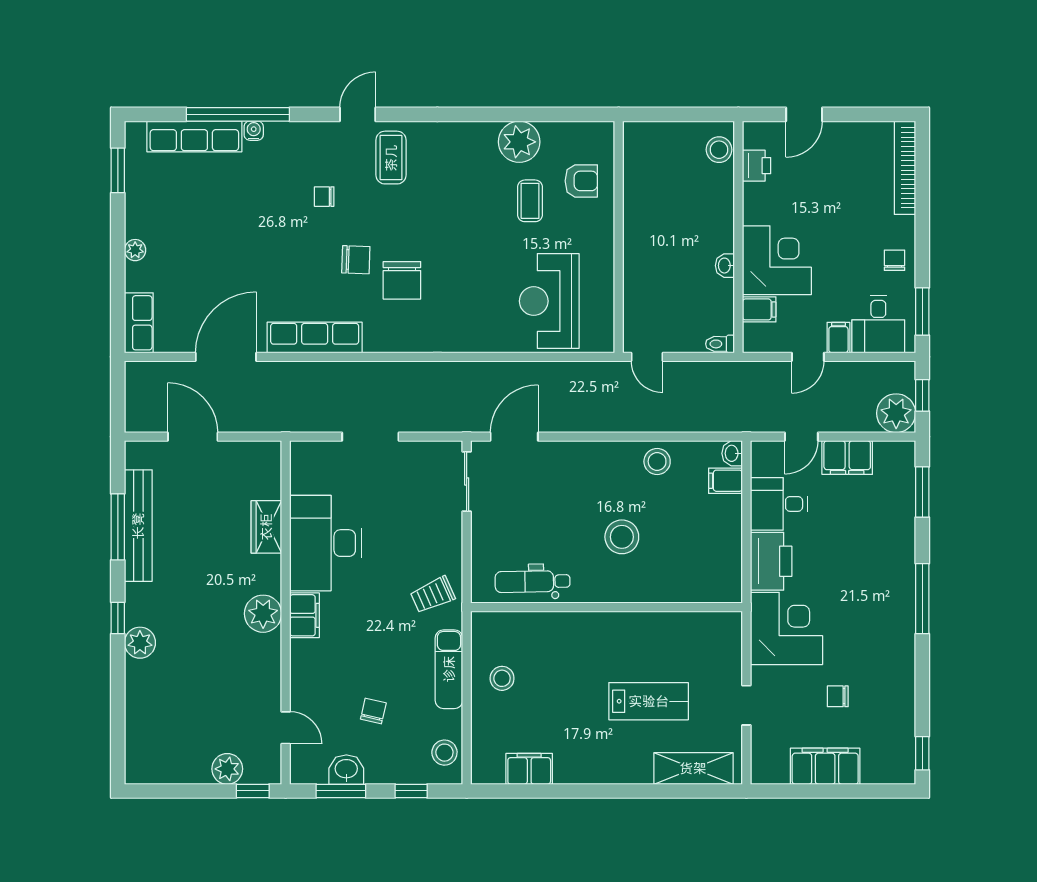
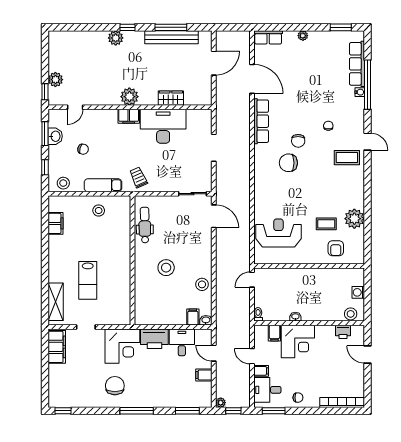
washing machine: (674, 134) -> (358, 292), added
plant: (896, 413) -> (221, 403), width x0.53, depth x0.53
filing cabinet: (847, 458) -> (204, 375), width x0.50
chair: (838, 696) -> (115, 386), moved, width x1.87, depth x1.87
filing cabinet: (825, 766) -> (57, 347), moved

